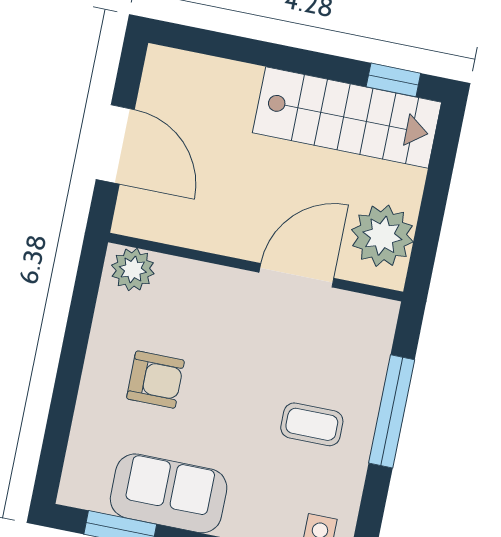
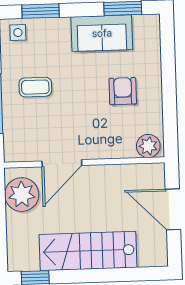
stairs: (347, 118) -> (88, 251), moved
armchair: (155, 380) -> (123, 91), turned 90

